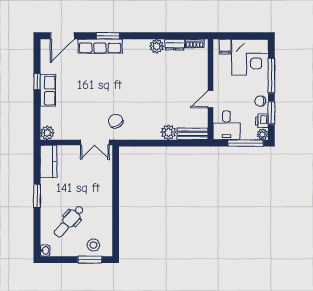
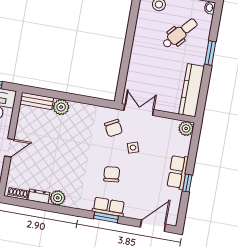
row of seats: (100, 46) -> (109, 207), width x0.68
chair: (110, 77) -> (112, 174), added
door: (210, 99) -> (9, 148), moved
side table: (94, 106) -> (133, 148), added
kitchen counter: (48, 161) -> (192, 90), width x1.50
window: (37, 196) -> (210, 53), moved

